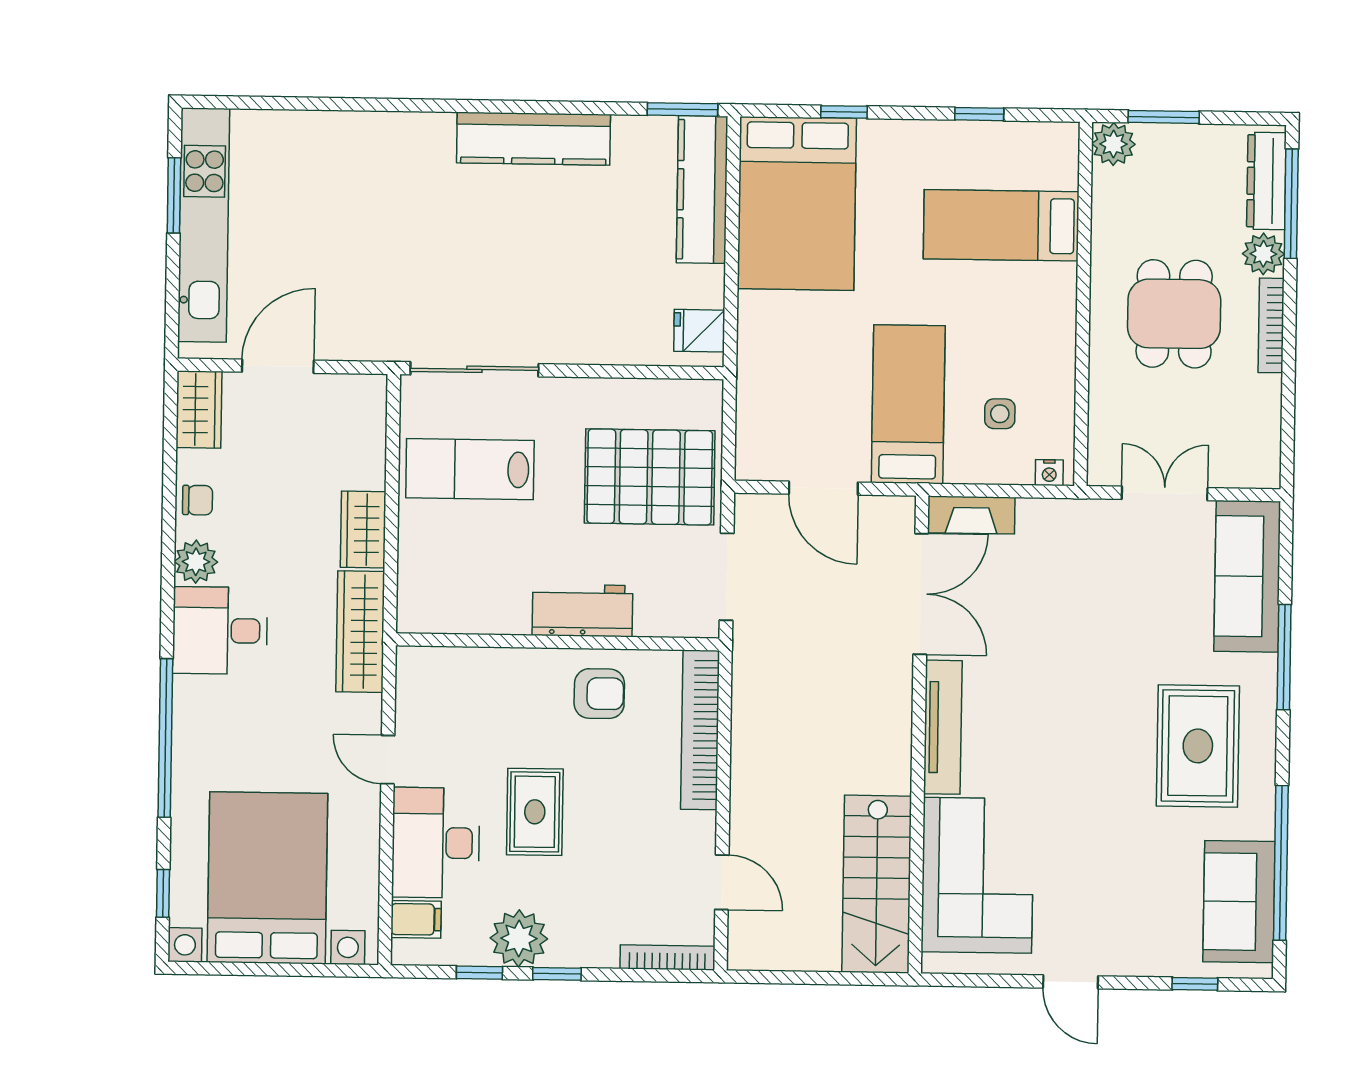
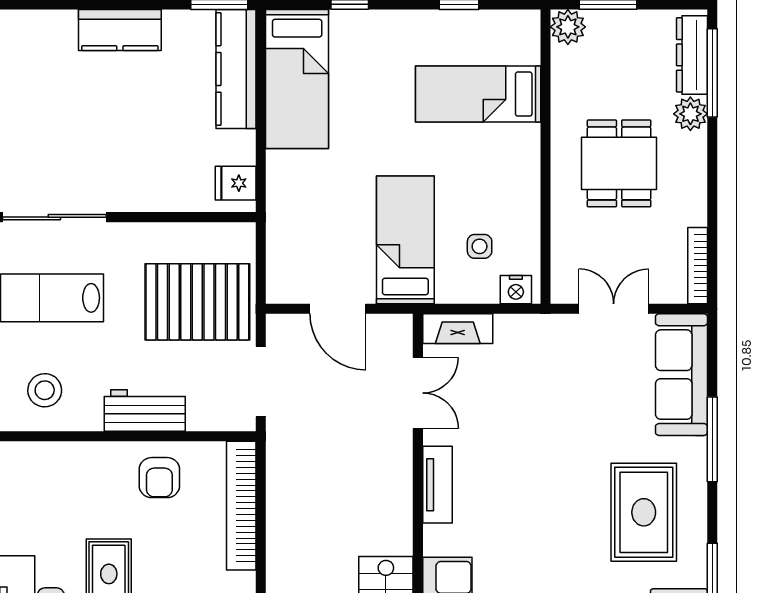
kitchen counter: (534, 139) -> (120, 30), width x0.67
bed: (797, 203) -> (297, 79), width x0.67
bookcase: (1271, 325) -> (698, 266), moved
nightstand: (1049, 473) -> (516, 290), width x1.39, depth x1.35
stool: (459, 583) -> (45, 390), added
double door: (921, 594) -> (418, 393), width x0.73
armchair: (599, 694) -> (159, 478), turned 90
tv unit: (943, 727) -> (437, 485), width x0.71

